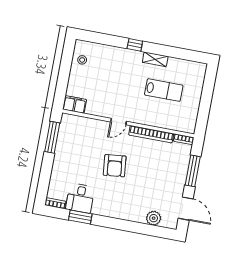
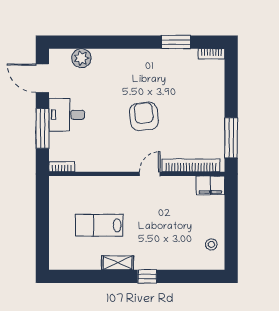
bookcase: (151, 134) -> (191, 165), moved
desk: (80, 198) -> (67, 115), moved, turned -90

